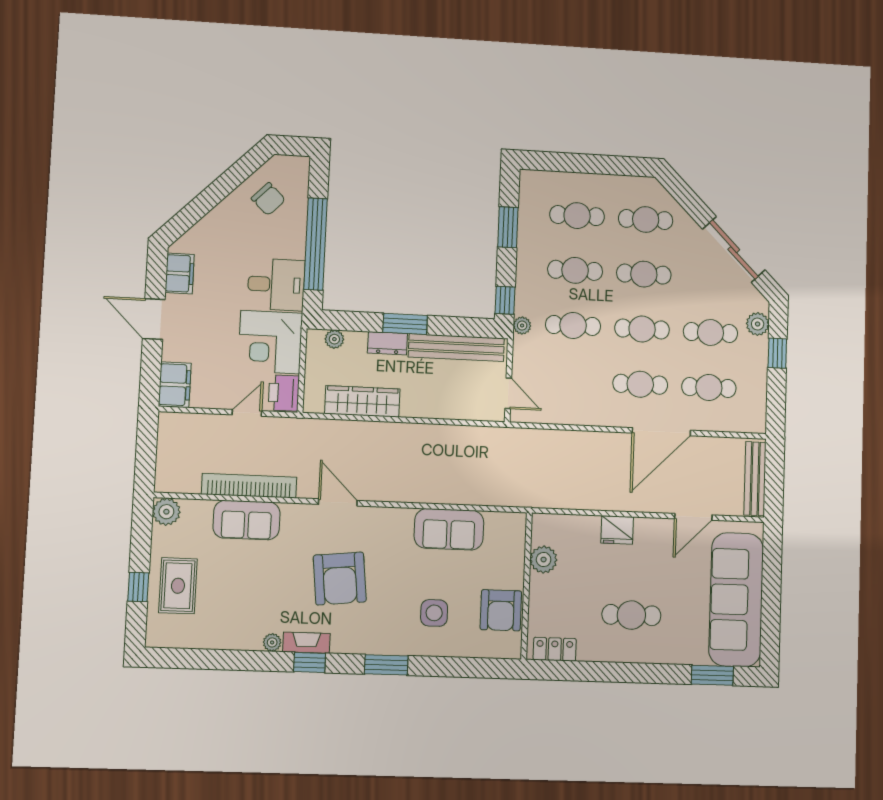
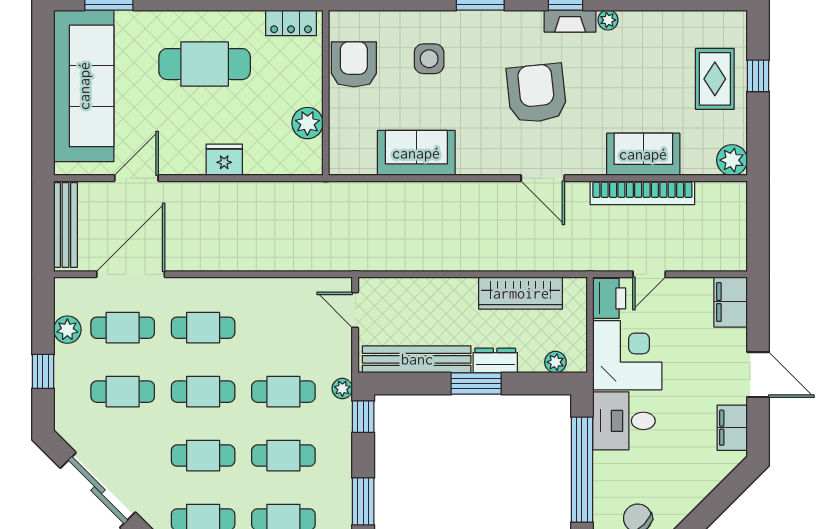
plant: (758, 324) -> (67, 330), moved
door: (661, 432) -> (131, 274), moved
cafe table: (631, 615) -> (205, 64), width x1.37, depth x1.35

